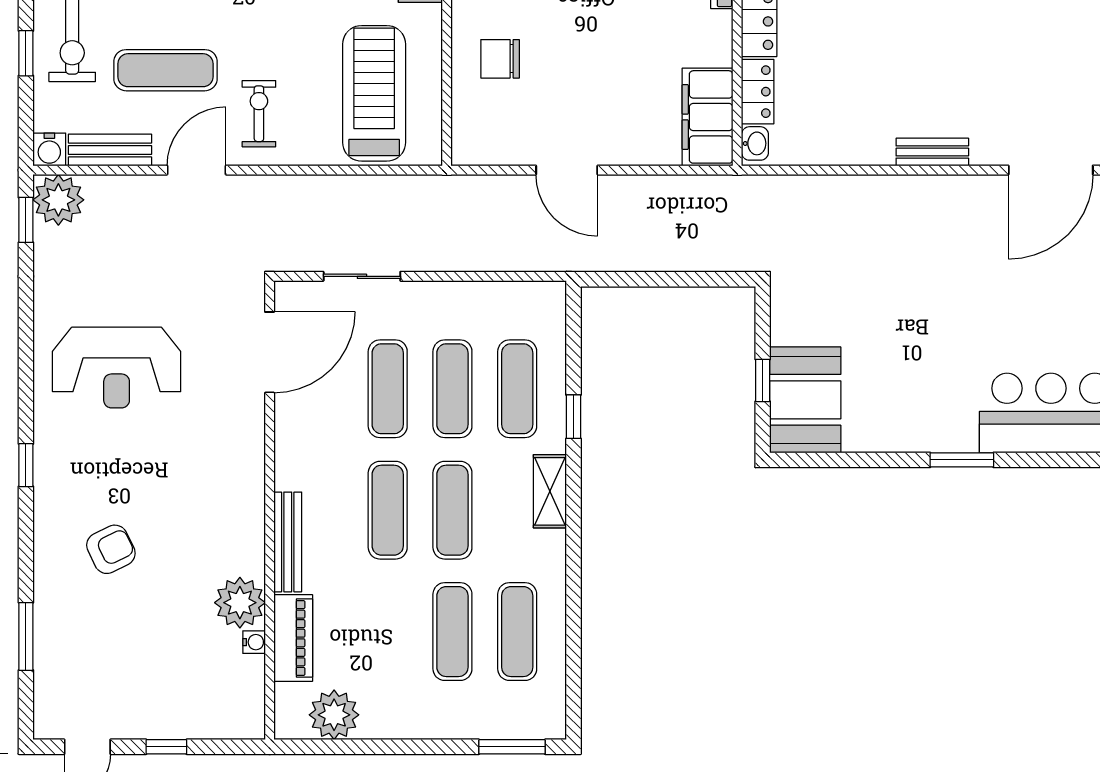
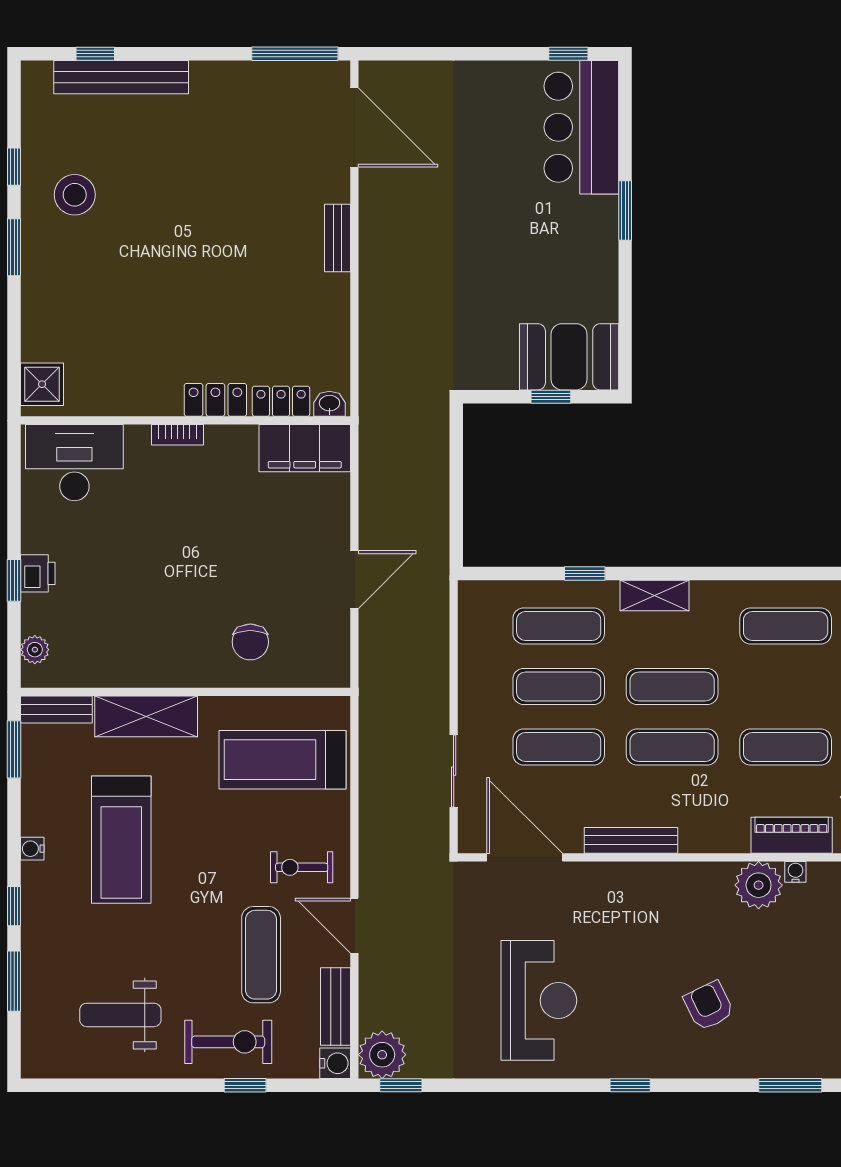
bench: (288, 542) -> (631, 840), moved
exercise mat: (452, 632) -> (786, 747), moved

